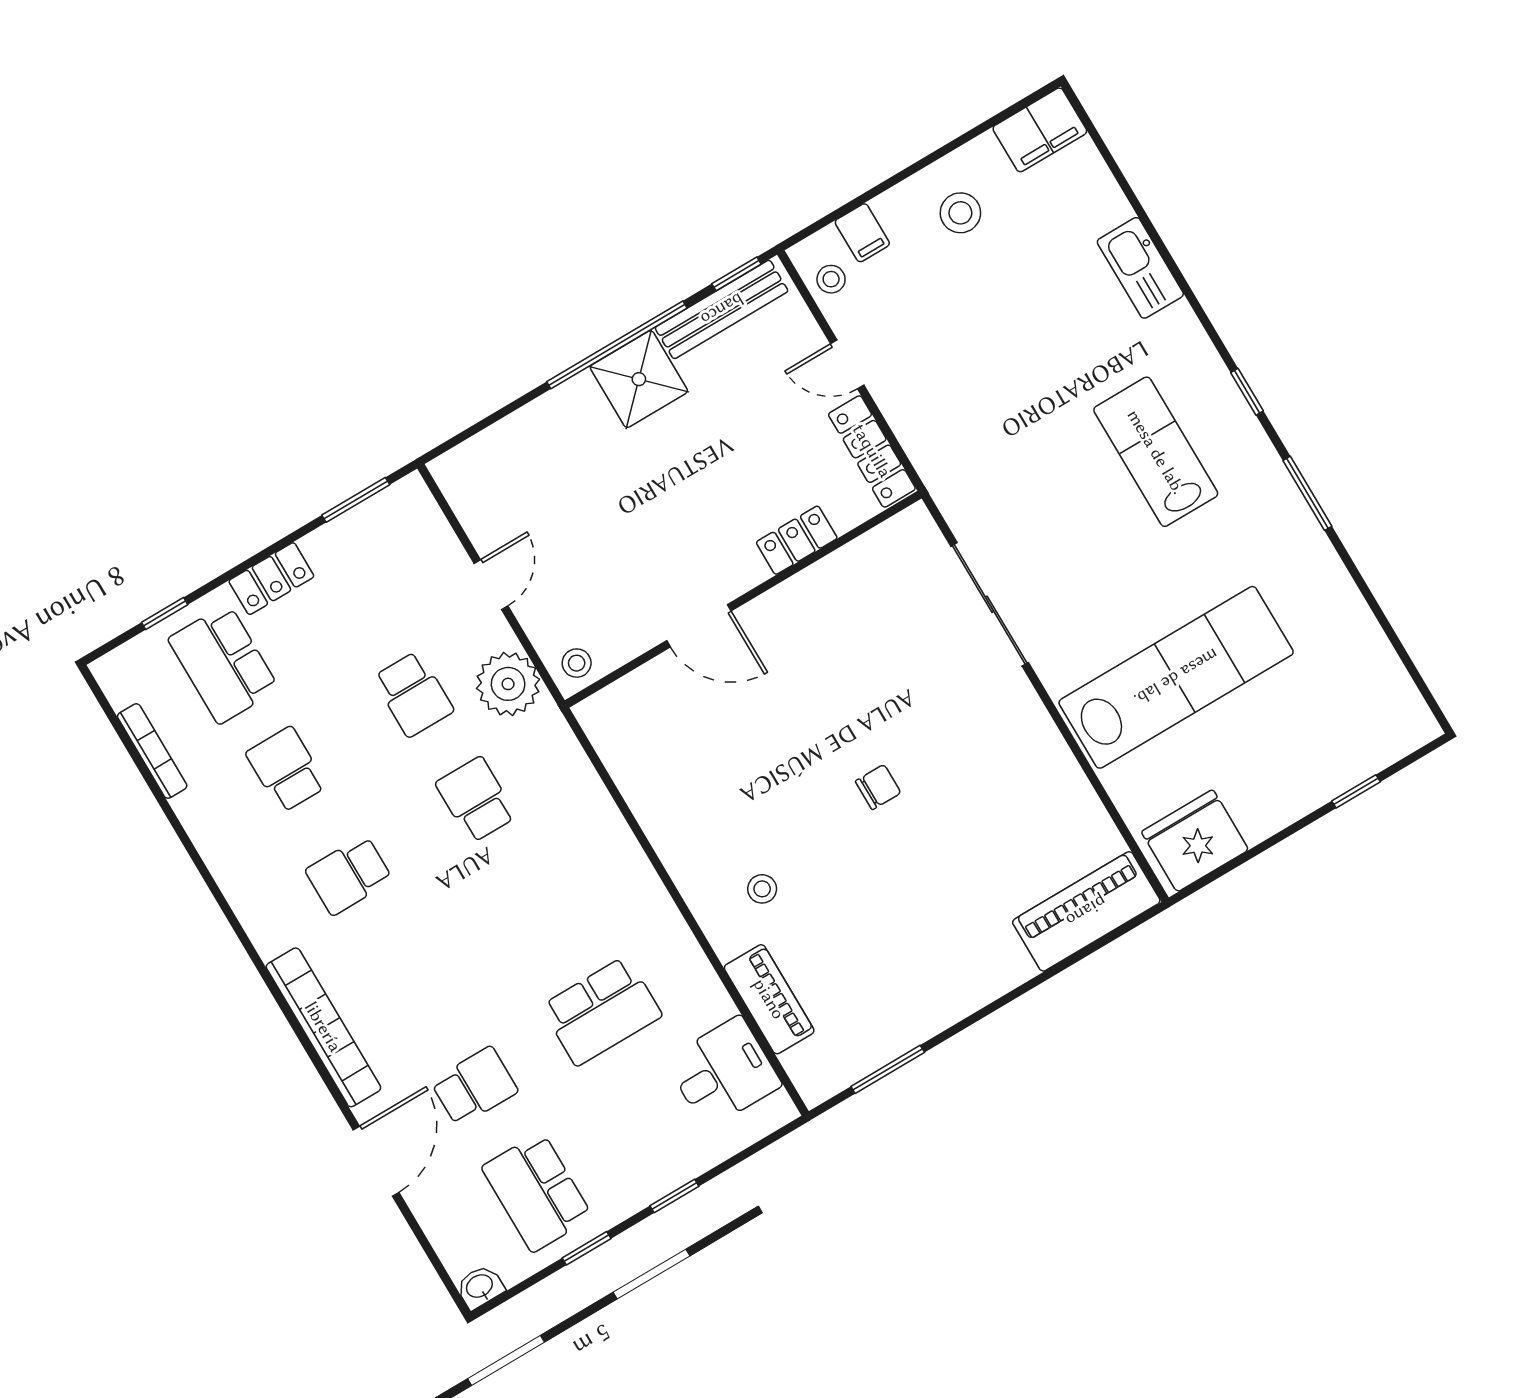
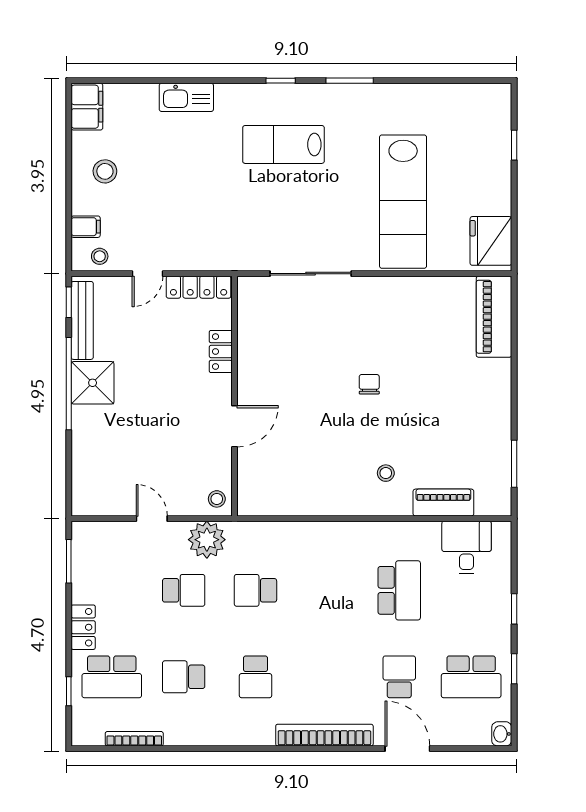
lab bench: (1176, 677) -> (403, 202), turned 180

